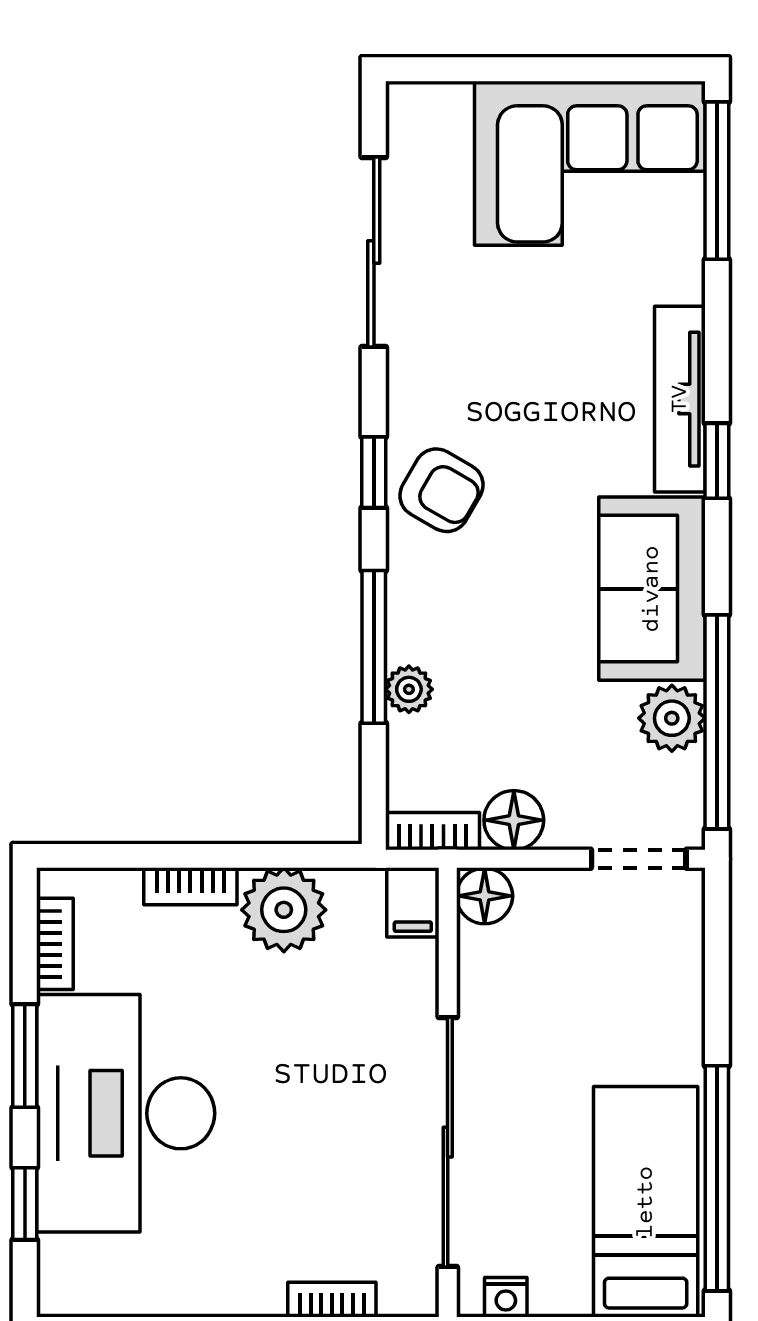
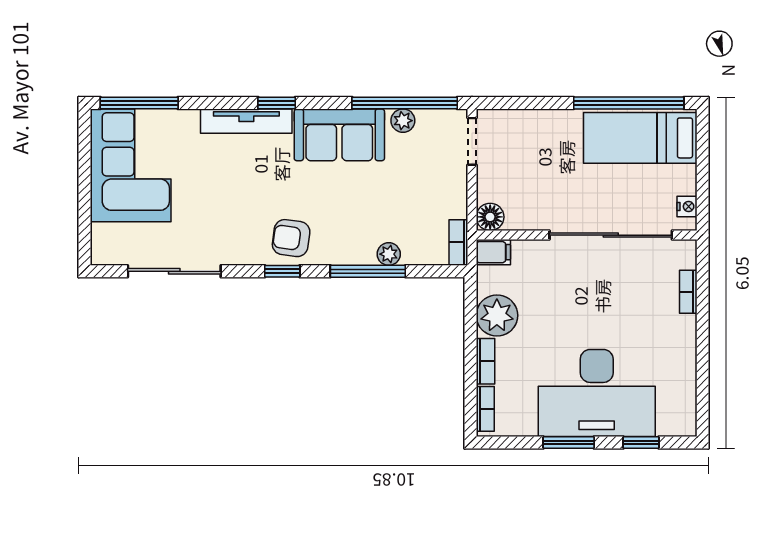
armchair: (441, 490) -> (291, 238), turned -112
plant: (672, 718) -> (403, 121), width x0.73, depth x0.73
floor lamp: (514, 820) -> (453, 203), removed
bookcase: (55, 944) -> (485, 409), moved, turned 90

